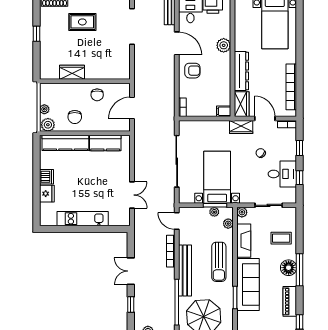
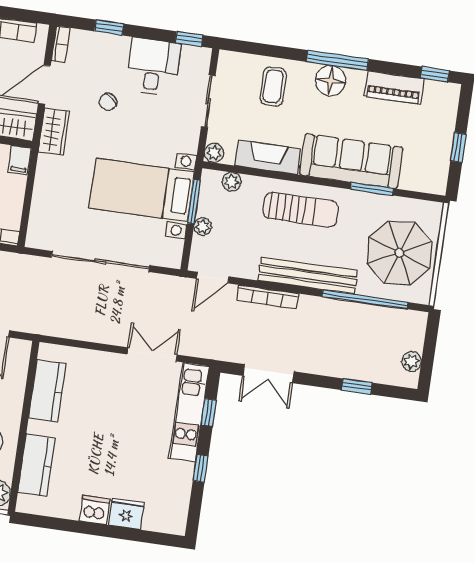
kitchen counter: (65, 143) -> (36, 465), width x0.67
window: (300, 178) -> (189, 39), moved
plant: (214, 212) -> (203, 227), moved
kitchen unit: (83, 219) -> (189, 412), moved
window: (76, 229) -> (201, 468), added
window: (106, 229) -> (209, 412), added
double door: (131, 271) -> (268, 374), moved

